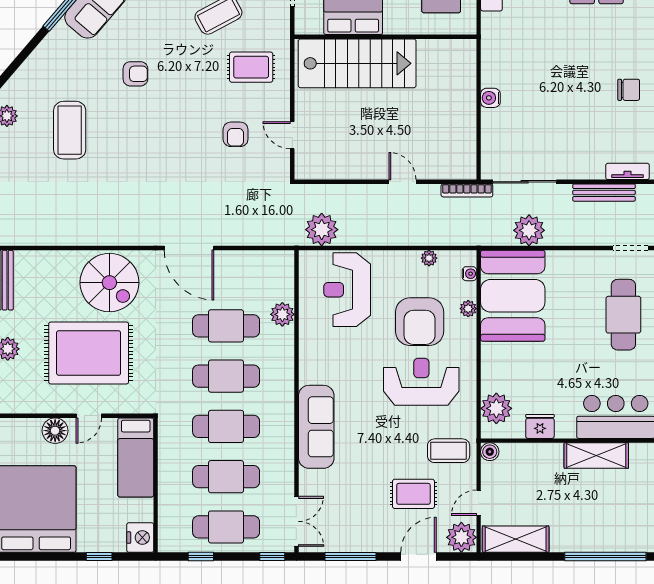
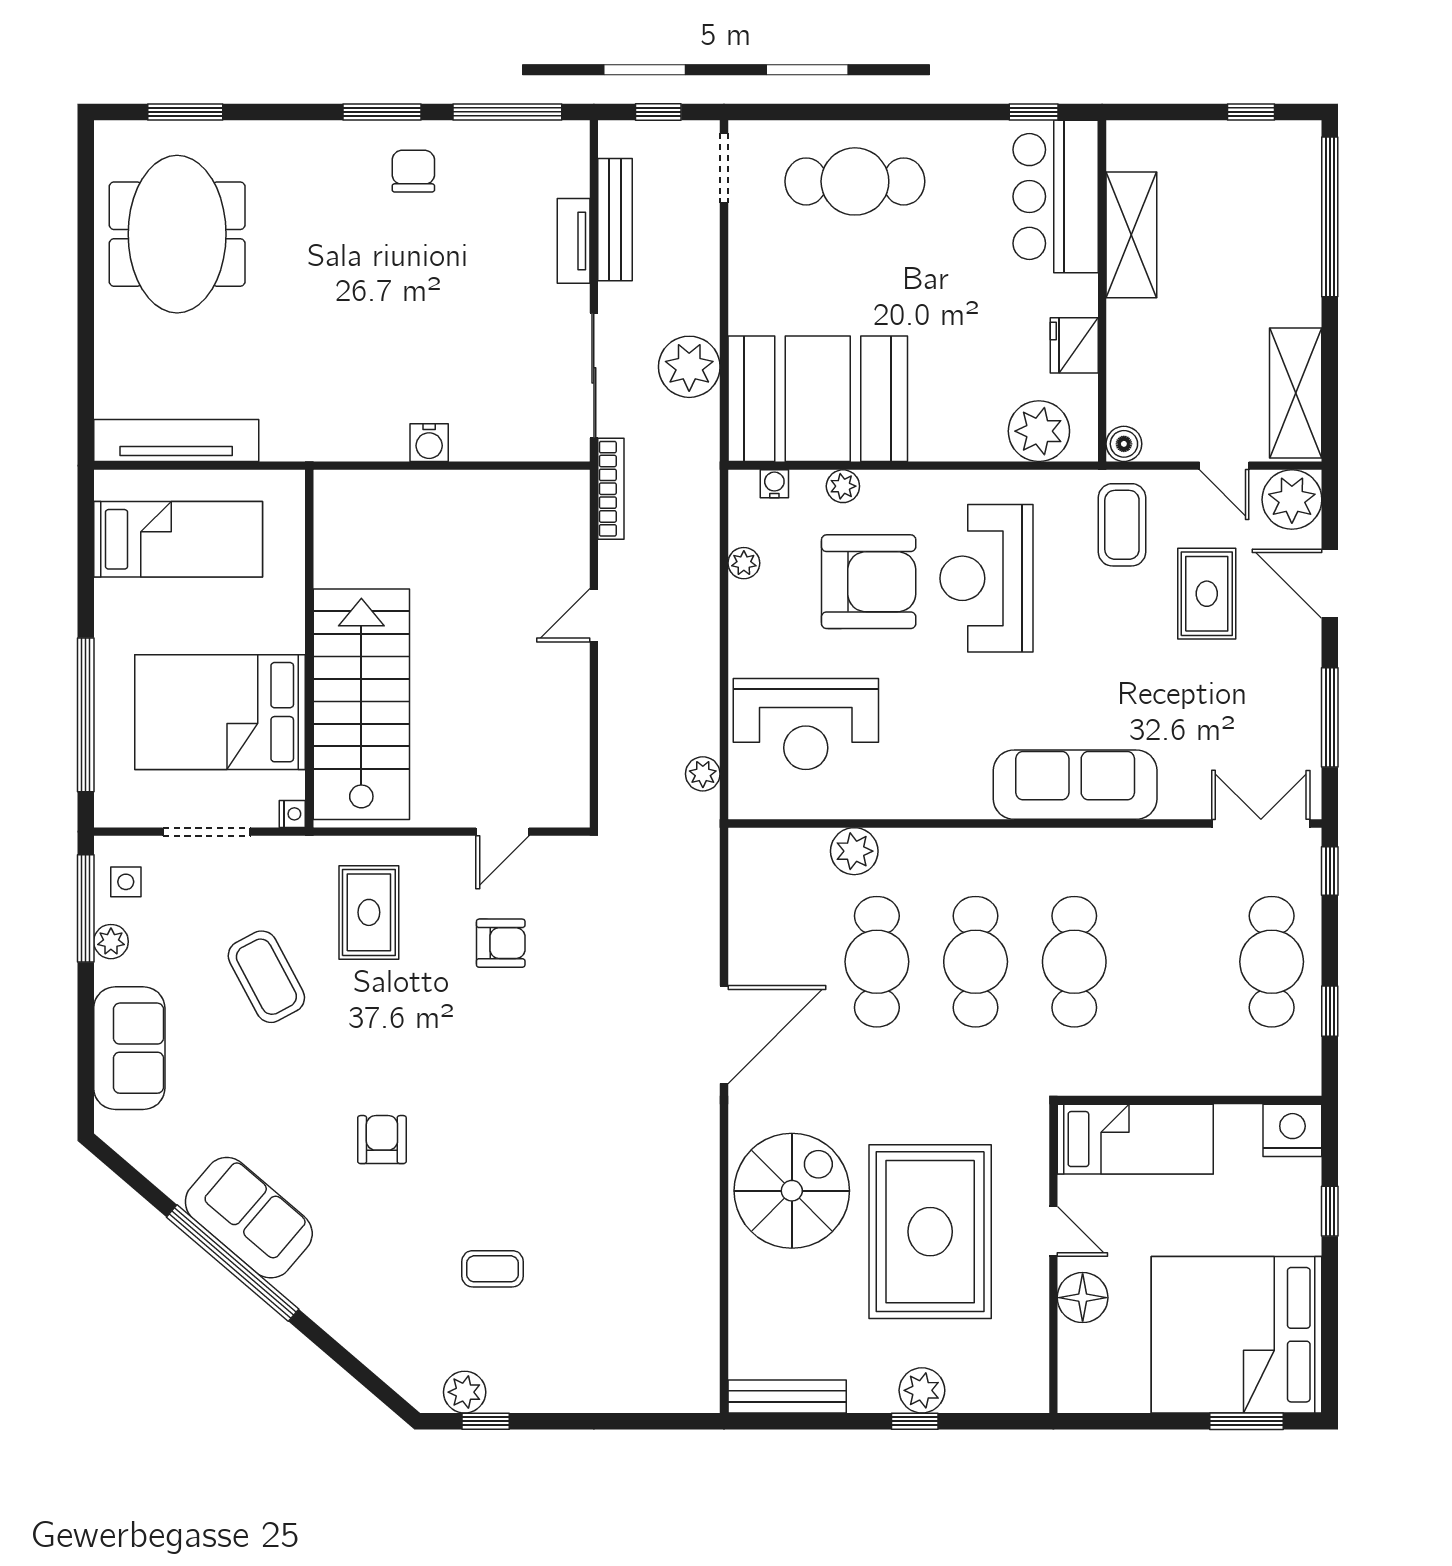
nightstand: (301, 28) -> (292, 814), added
coffee table: (70, 130) -> (492, 1269), width x0.54, depth x0.58
tv unit: (628, 171) -> (574, 241), moved
plant: (322, 230) -> (703, 774), width x0.53, depth x0.53
cafe table: (226, 477) -> (1173, 962), removed

